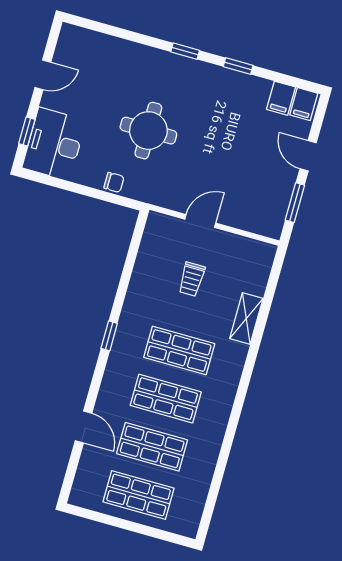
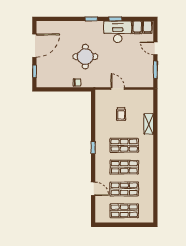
door: (43, 75) -> (34, 46), width x1.88
desk: (54, 144) -> (118, 32), moved, turned 90
door: (200, 221) -> (118, 88), hinge flipped

